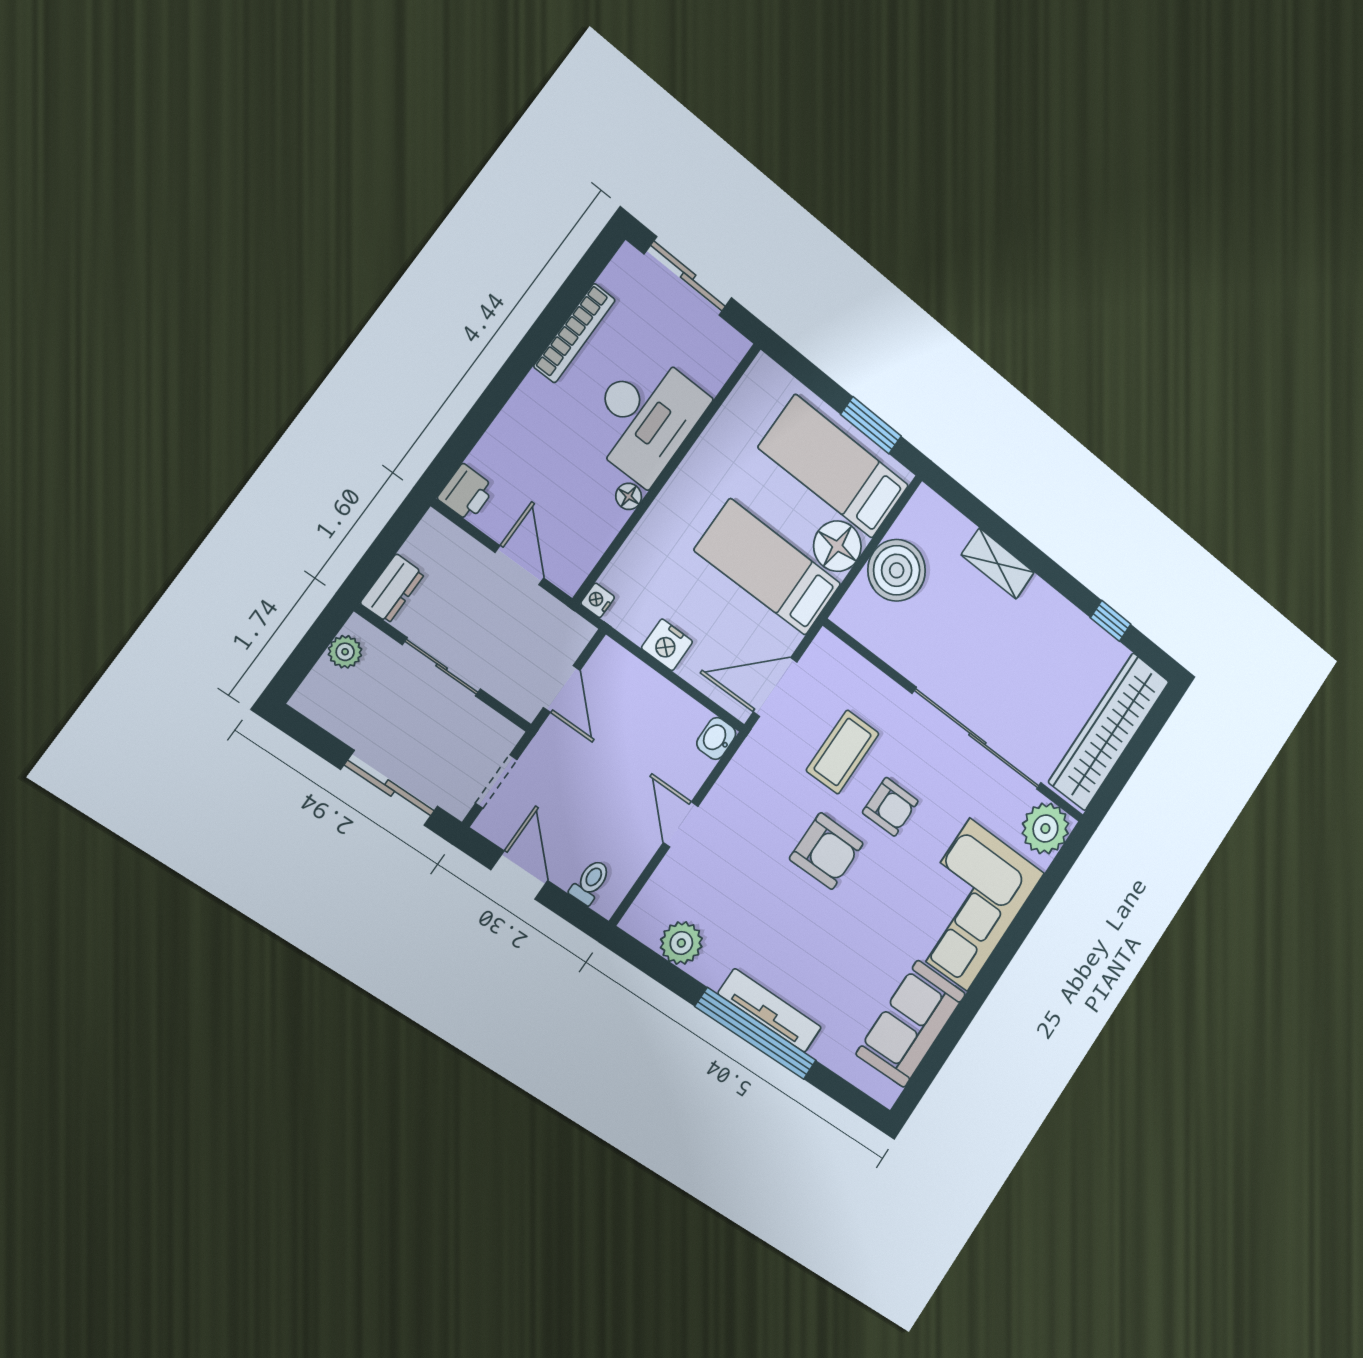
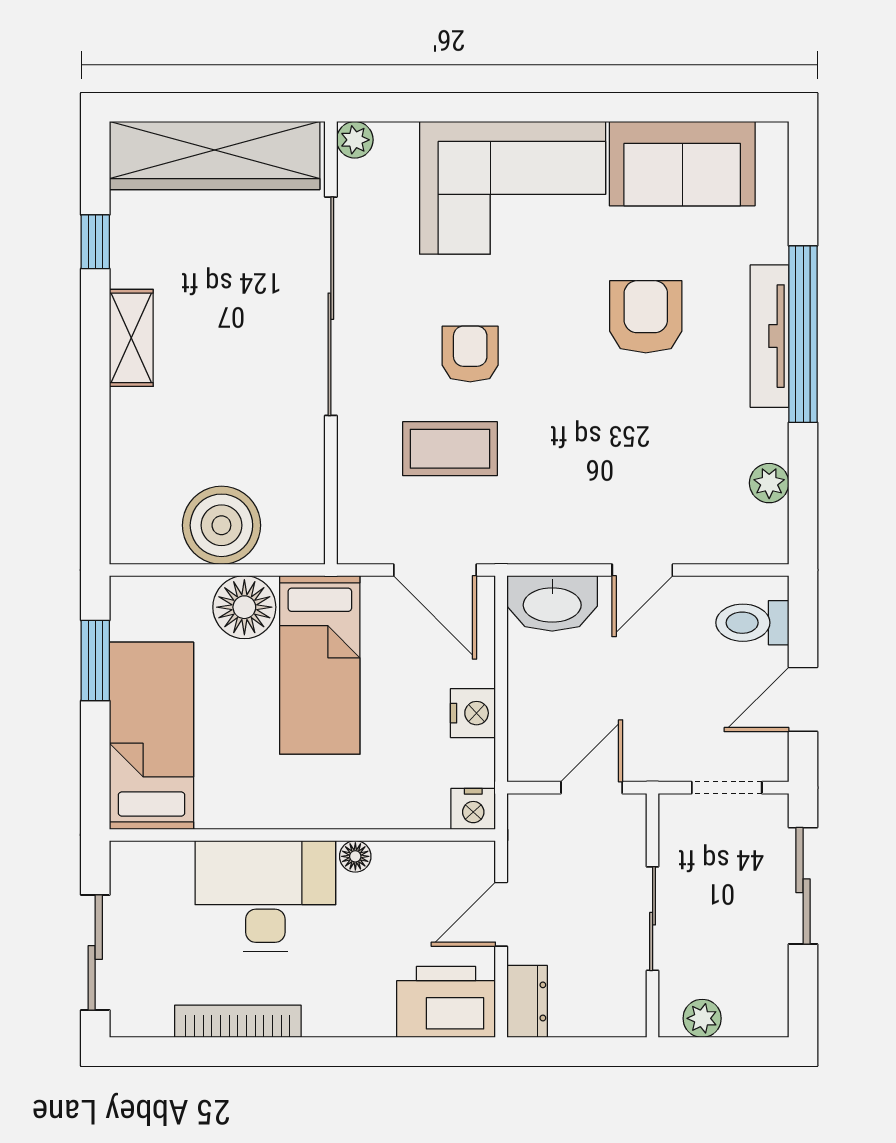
bed: (834, 467) -> (152, 736), moved, turned 180
printer: (466, 493) -> (446, 1002), width x1.87, depth x1.48
shelving: (998, 564) -> (131, 338), moved
dresser: (392, 589) -> (527, 1001), moved, turned 90
nightstand: (598, 600) -> (473, 809), width x1.39, depth x1.35
washbasin: (716, 738) -> (552, 603), width x1.91, depth x1.45
plant: (1045, 828) -> (355, 140), width x0.53, depth x0.53
armchair: (826, 851) -> (646, 317), moved
toilet: (590, 882) -> (752, 623), width x1.37, depth x1.39
plant: (681, 943) -> (769, 483), width x0.73, depth x0.73

